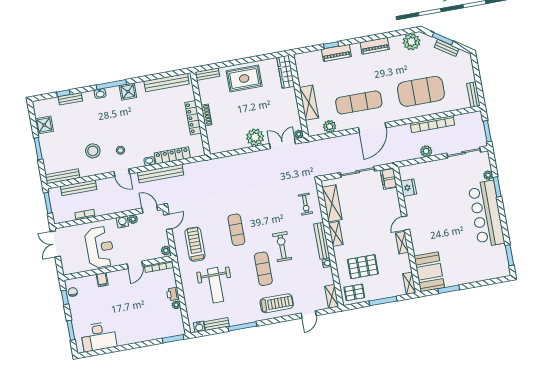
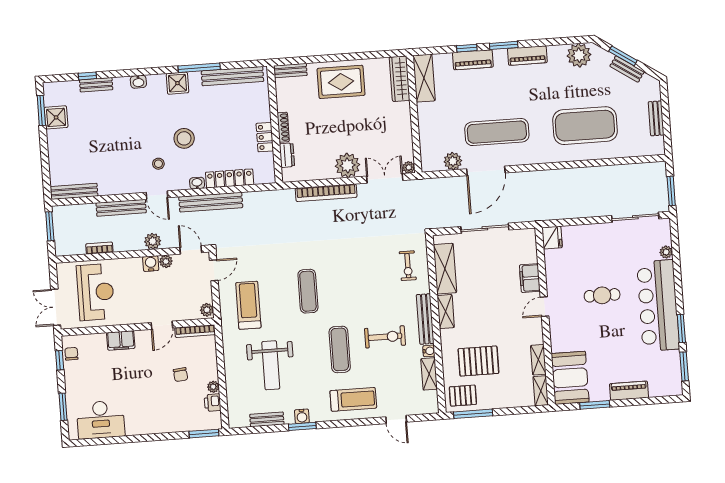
window: (357, 40) -> (504, 45), added
window: (111, 85) -> (199, 68), moved
bench: (473, 95) -> (656, 118), moved
shelving: (309, 103) -> (424, 78), moved
locker: (193, 118) -> (265, 137), width x0.66
bookcase: (432, 124) -> (326, 193), moved
door: (372, 128) -> (486, 171), moved
dresser: (211, 135) -> (287, 155), added
window: (38, 149) -> (41, 110), moved
stool: (93, 151) -> (184, 138), moved
plant: (426, 151) -> (153, 241), moved
filing cabinet: (389, 179) -> (530, 278), moved
window: (497, 187) -> (681, 328), moved
bench: (79, 188) -> (121, 208), moved
fridge: (408, 188) -> (552, 238), moved
cafe table: (446, 211) -> (602, 295), added
shelving: (402, 243) -> (538, 360), moved
double door: (55, 244) -> (56, 307), moved
reception desk: (100, 247) -> (96, 292), moved
exercise bike: (282, 247) -> (385, 337), moved, turned 90
piano: (472, 277) -> (629, 391), added
filing cabinet: (102, 280) -> (121, 340), width x2.00
printer: (173, 294) -> (213, 403), moved
shelving: (332, 296) -> (429, 374), moved
chair: (152, 299) -> (181, 375), added
window: (383, 301) -> (473, 414), moved
door: (309, 314) -> (396, 419), hinge flipped
window: (242, 326) -> (302, 426), width x0.69
water cooler: (199, 327) -> (302, 416), moved

